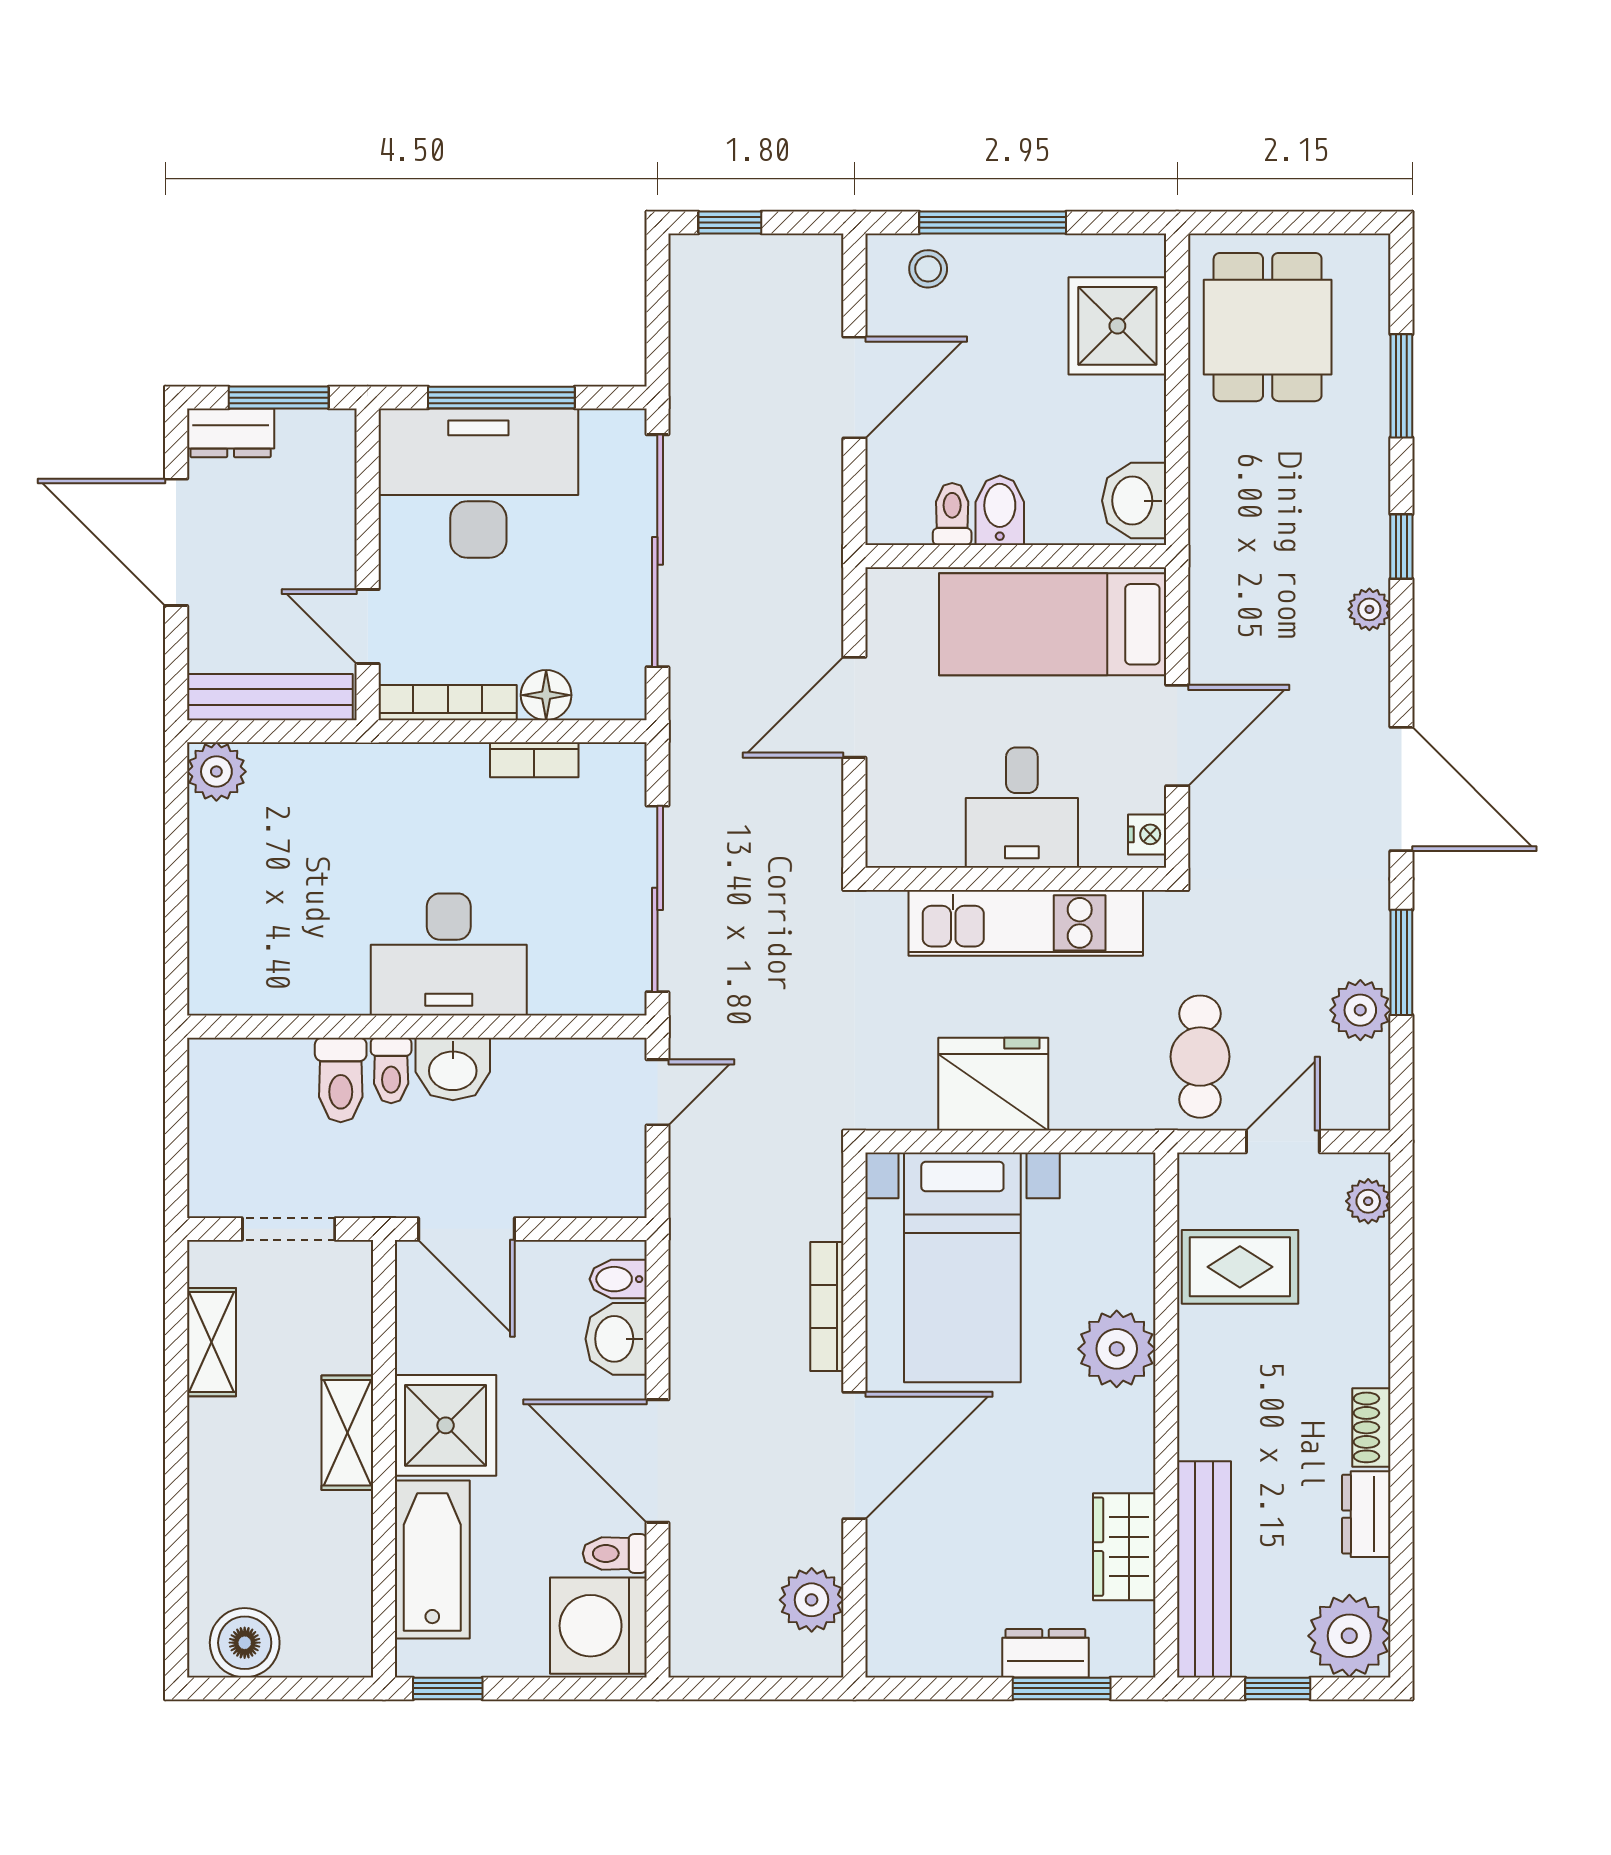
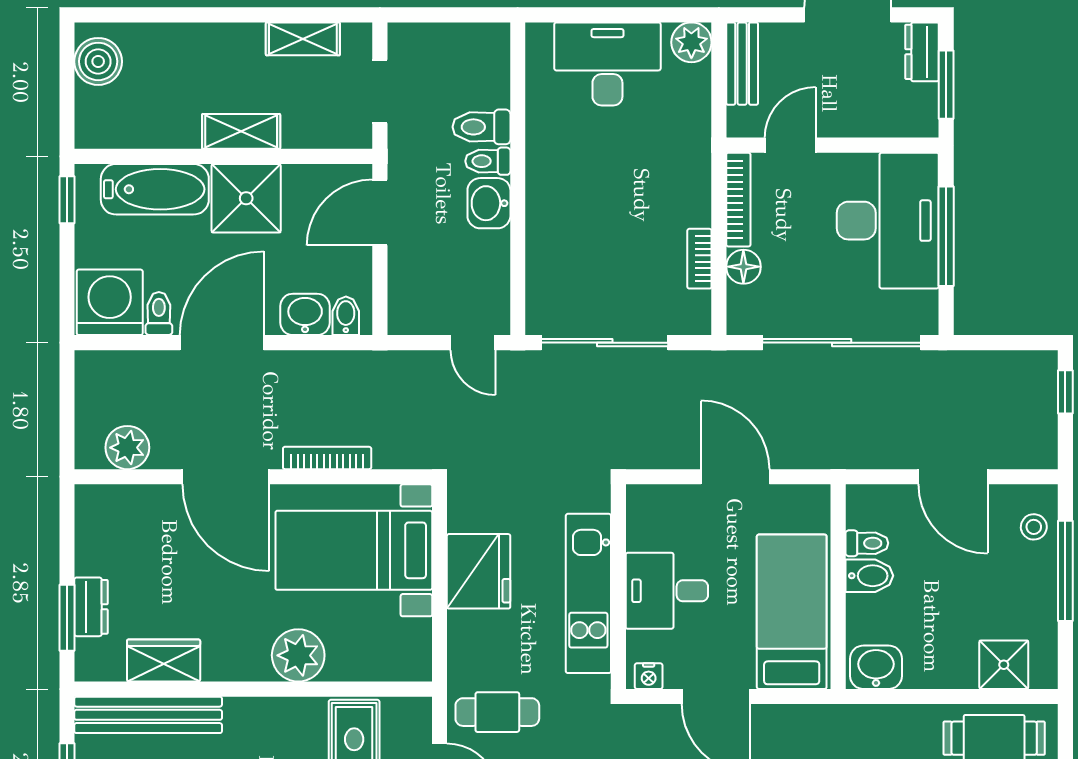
shower: (1117, 326) -> (1004, 665), width x0.73, depth x0.73
bench: (270, 697) -> (742, 64), width x0.73
desk: (449, 954) -> (607, 64), moved, turned 90

